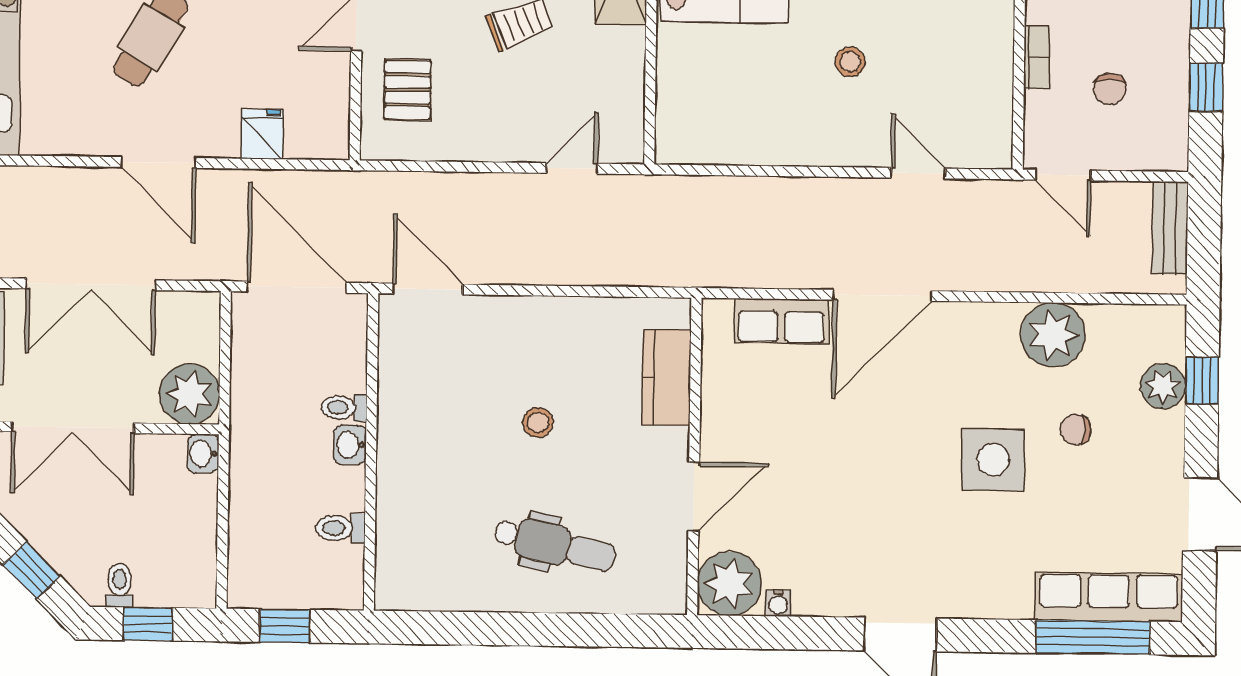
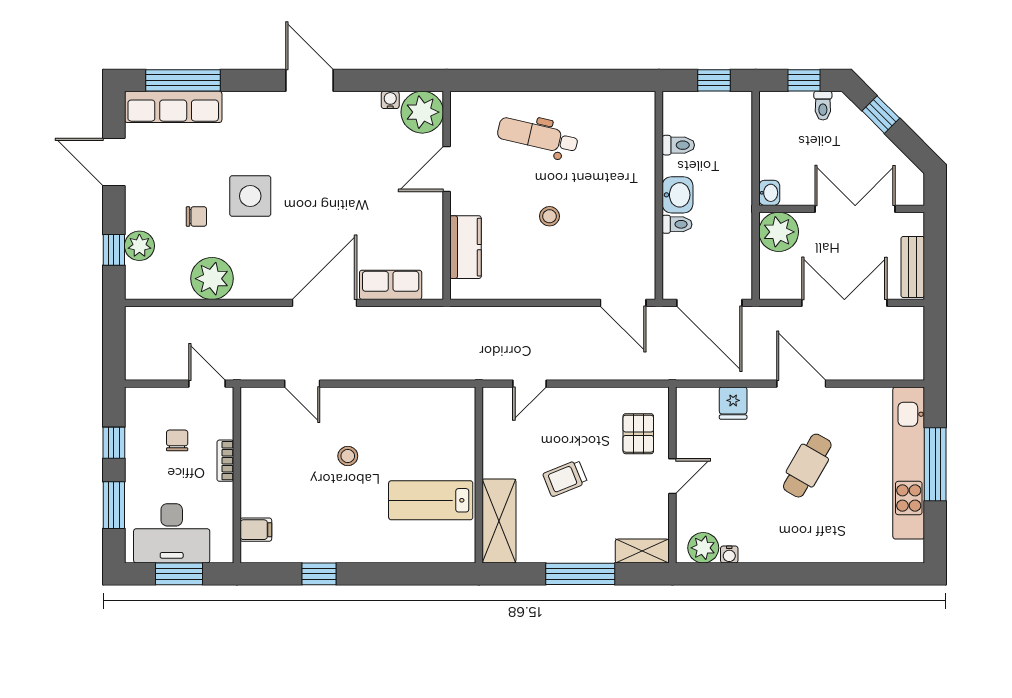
bench: (1170, 228) -> (136, 350), removed
washbasin: (350, 445) -> (677, 195), width x1.38, depth x1.45

